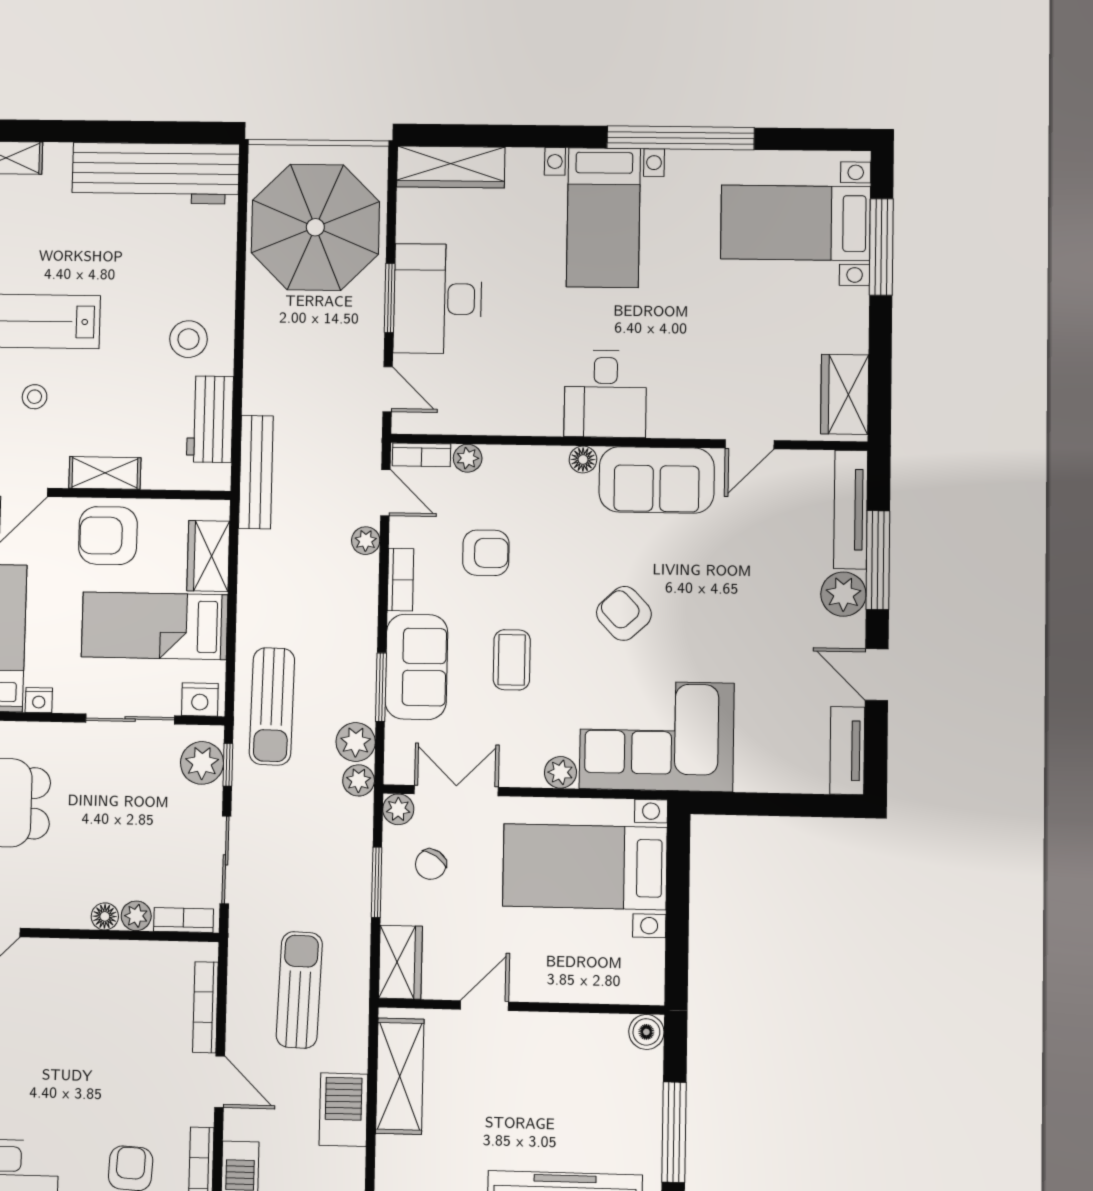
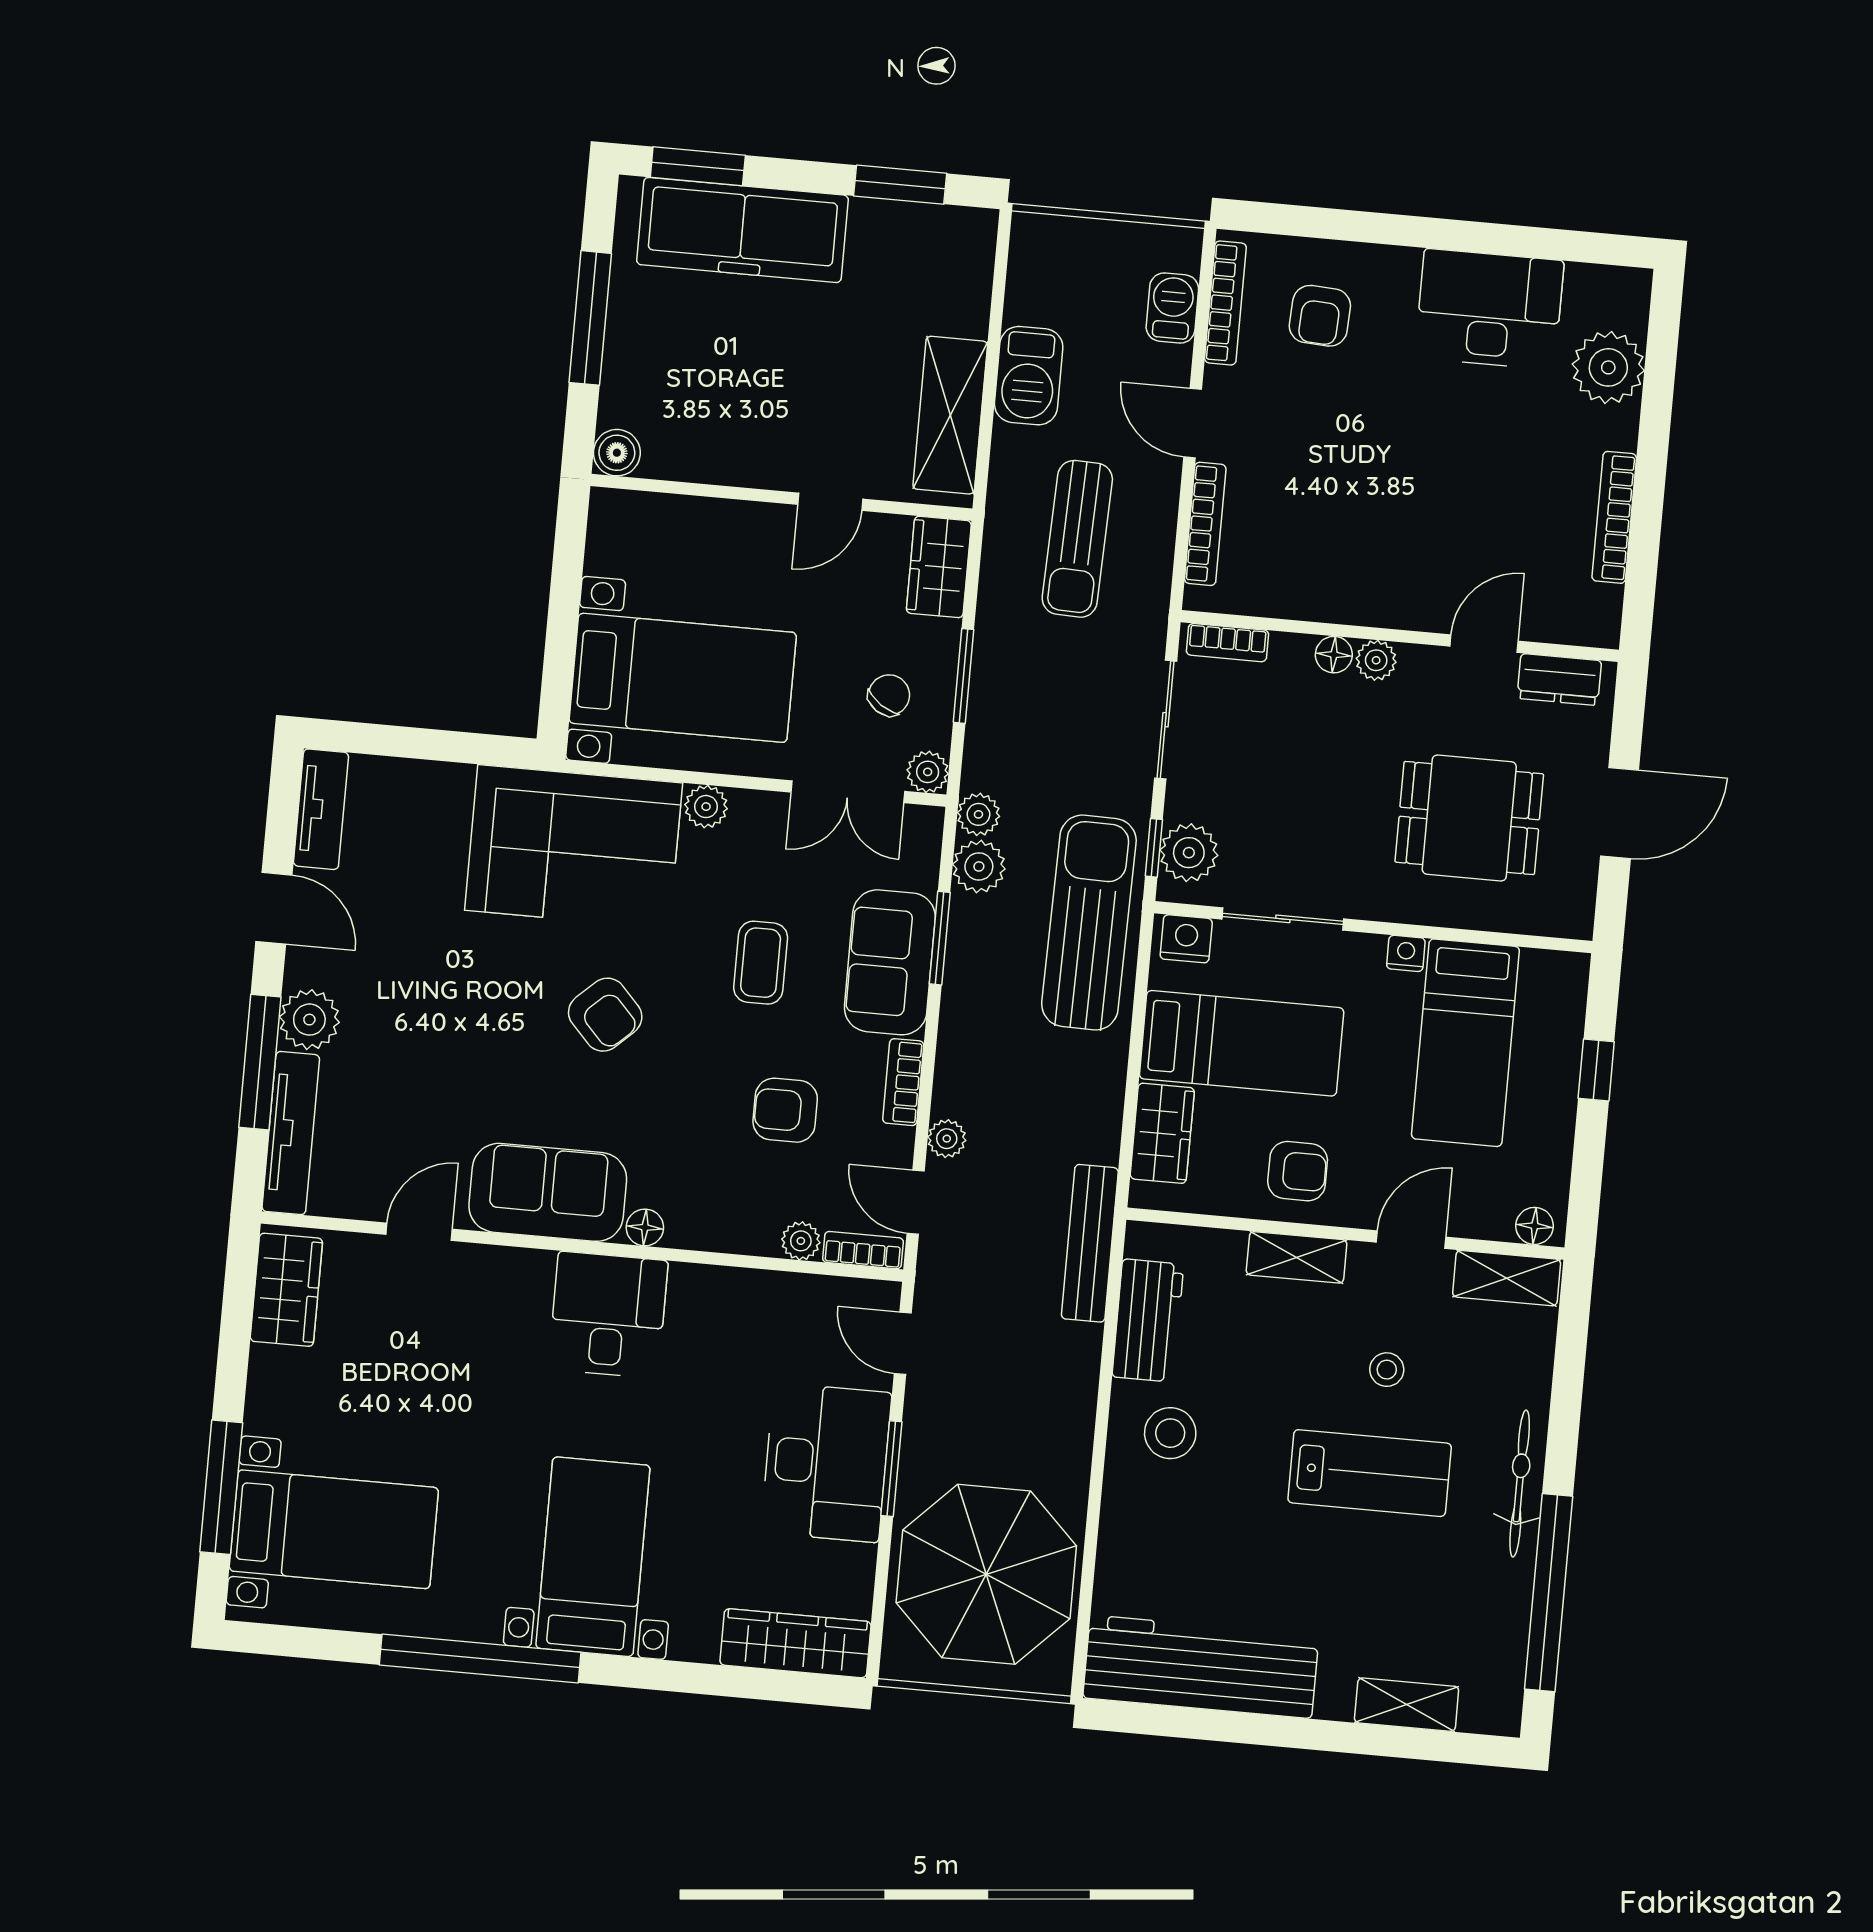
armchair: (108, 536) -> (1298, 1171), width x0.72, depth x0.72
sun lounger: (272, 706) -> (1089, 922), width x1.36, depth x1.34
plant: (136, 916) -> (1376, 660), moved

